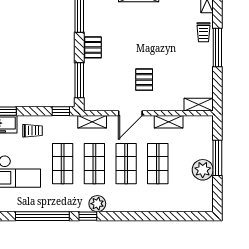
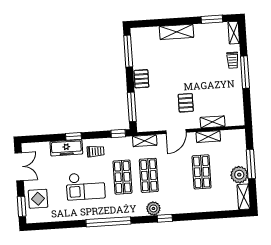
shelving: (199, 105) -> (213, 122), moved
shop shelf: (126, 164) -> (175, 174), removed
shelving: (206, 197) -> (244, 197), added
window: (88, 216) -> (165, 218), moved

